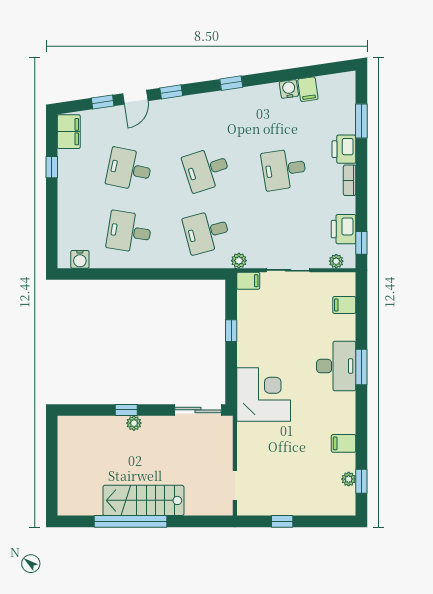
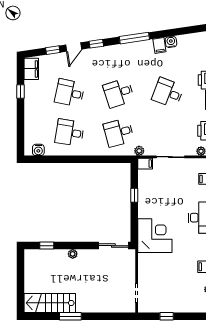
window: (231, 83) -> (134, 38), width x2.17
filing cabinet: (308, 89) -> (159, 45), moved
desk: (284, 169) -> (168, 93), turned 30
window: (126, 410) -> (47, 246), moved
stairs: (143, 500) -> (50, 303), moved
window: (130, 521) -> (70, 316), width x0.47

